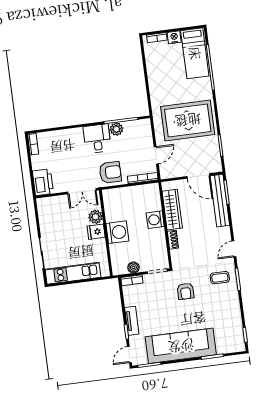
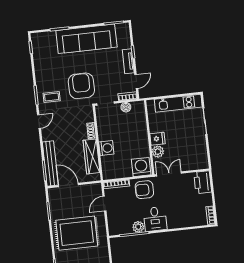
washing machine: (117, 232) -> (141, 167), moved, turned 90
armchair: (186, 291) -> (81, 86), width x1.88, depth x1.88
door: (129, 354) -> (136, 81), moved

